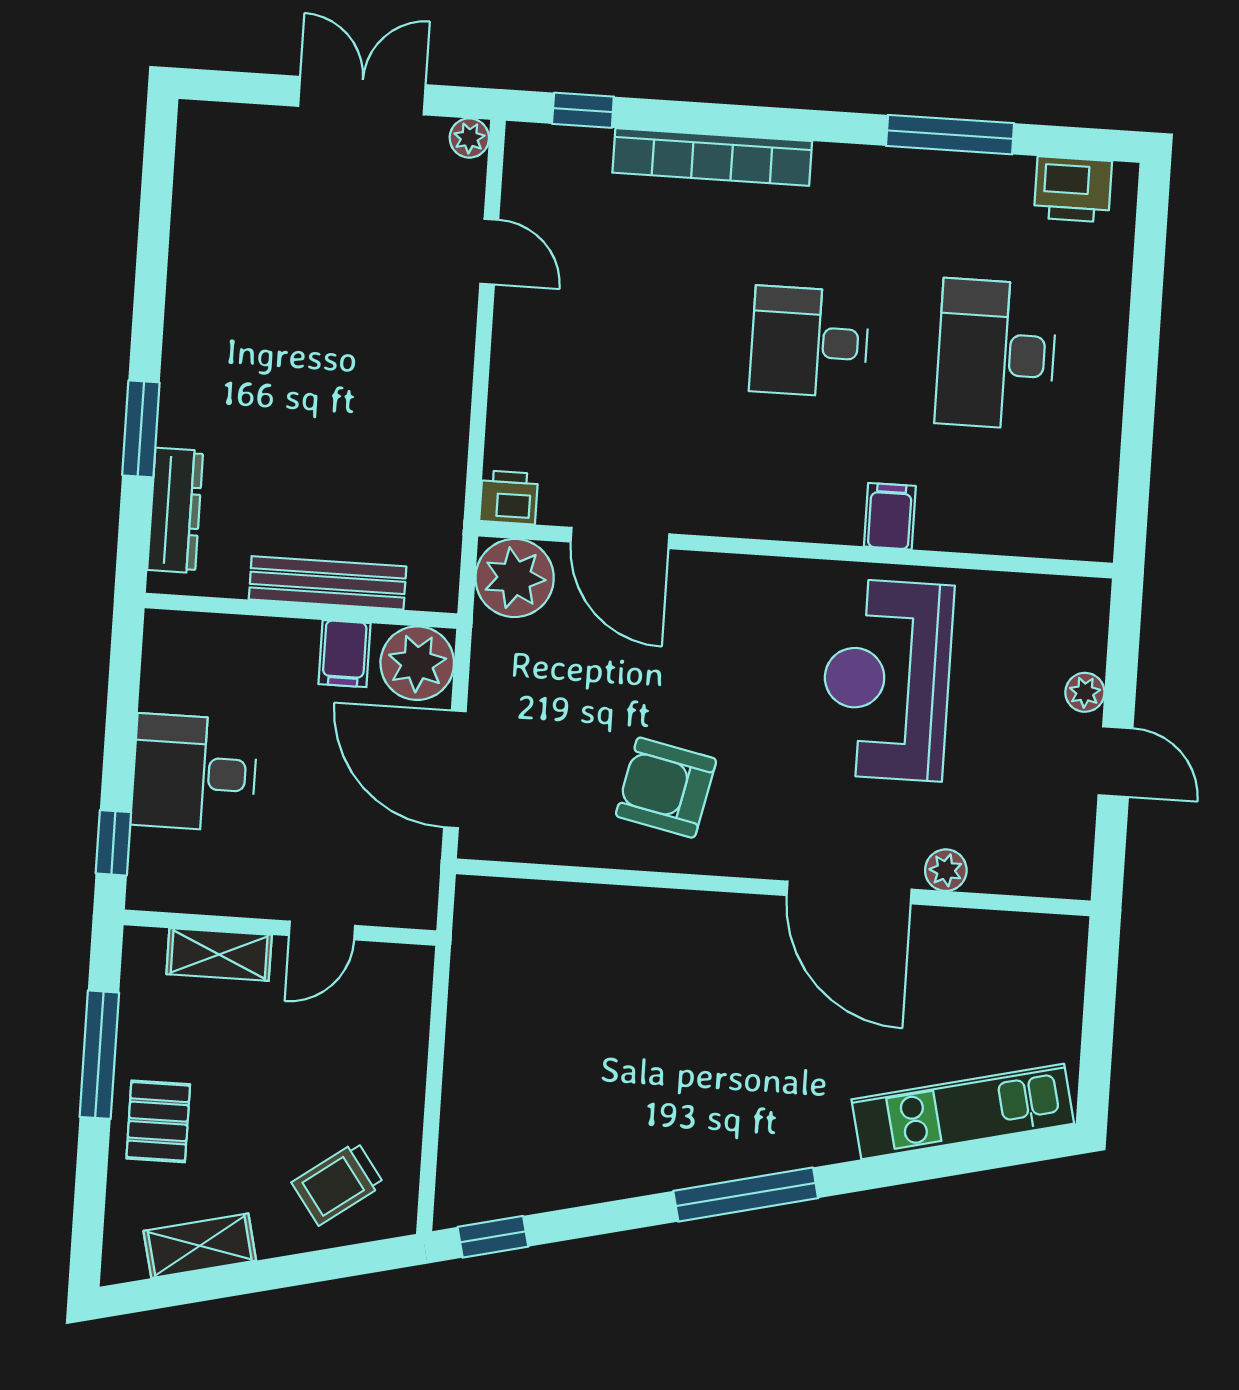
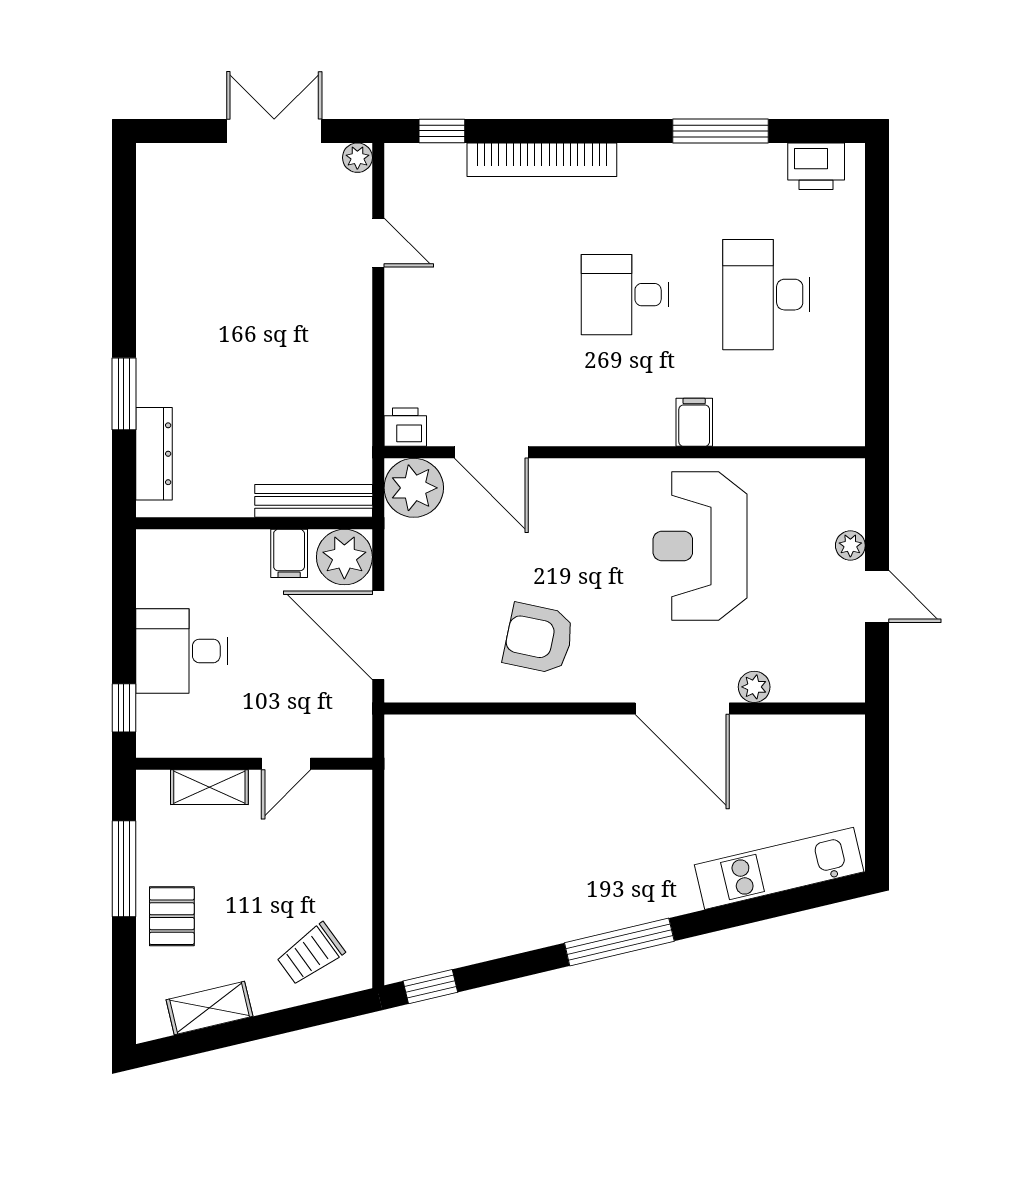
bench: (328, 583) -> (314, 501), moved

